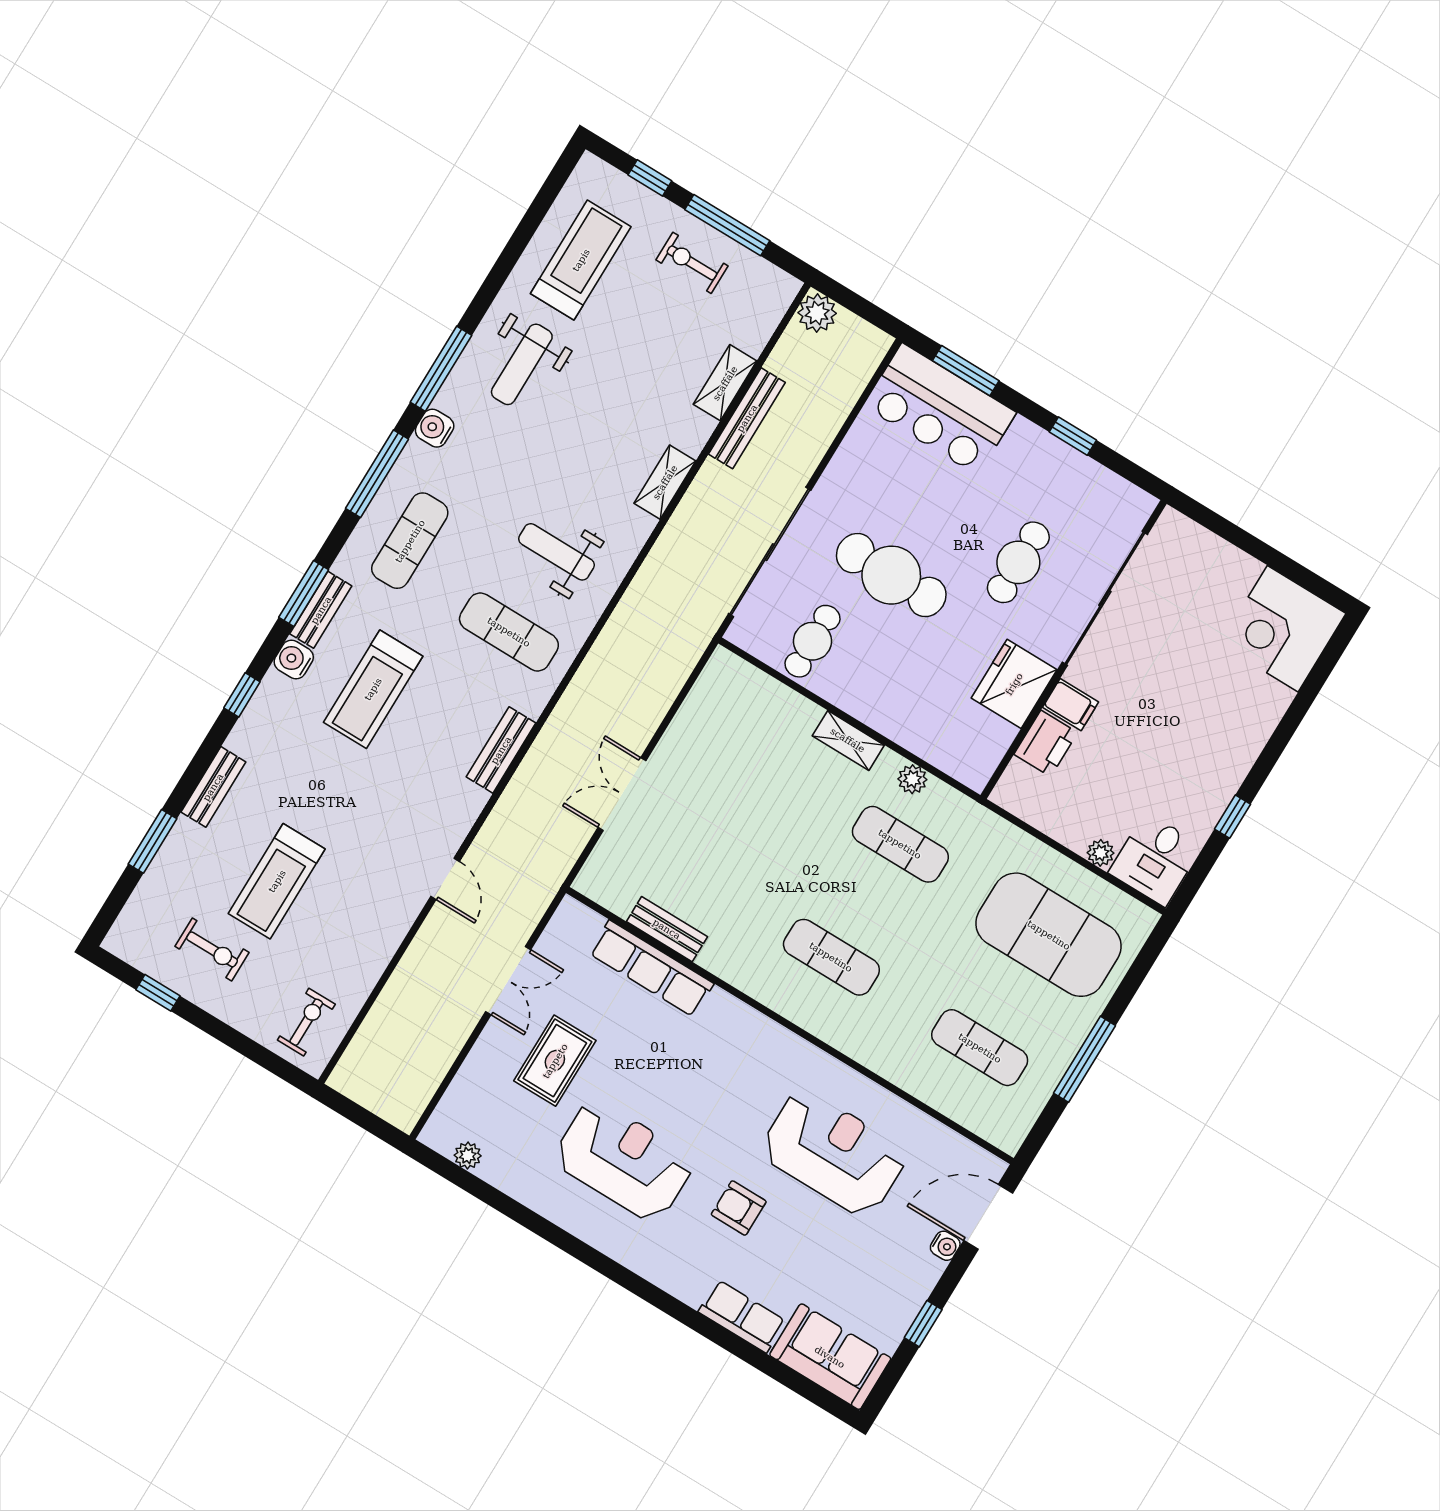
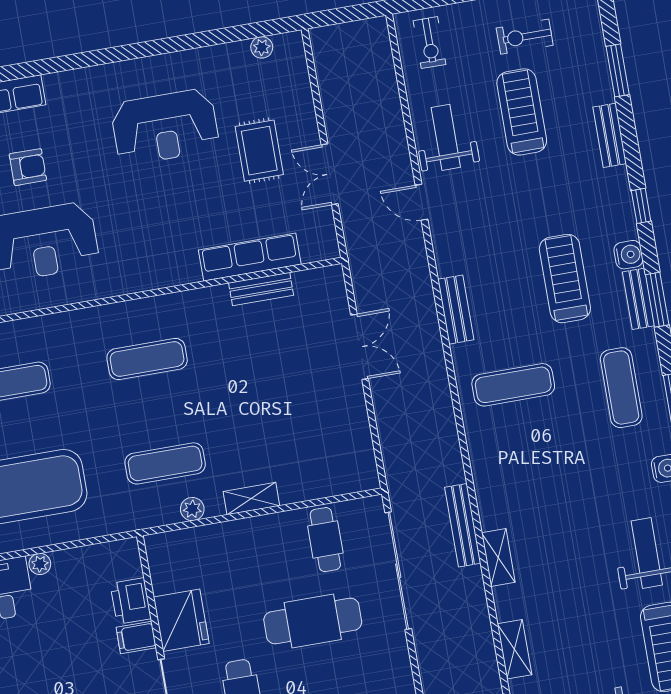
bench: (747, 418) -> (463, 525), moved
weight bench: (556, 552) -> (446, 137), moved, turned -90
armchair: (739, 1208) -> (28, 167), moved

